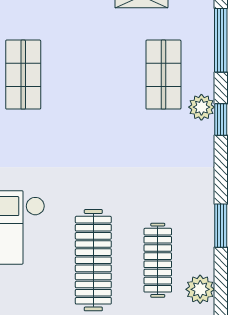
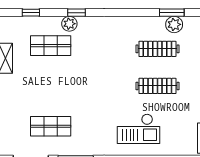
window: (221, 40) -> (31, 13), width x0.46
window: (221, 226) -> (172, 13), moved
clothes rail: (93, 260) -> (157, 86), width x0.73, depth x0.76

